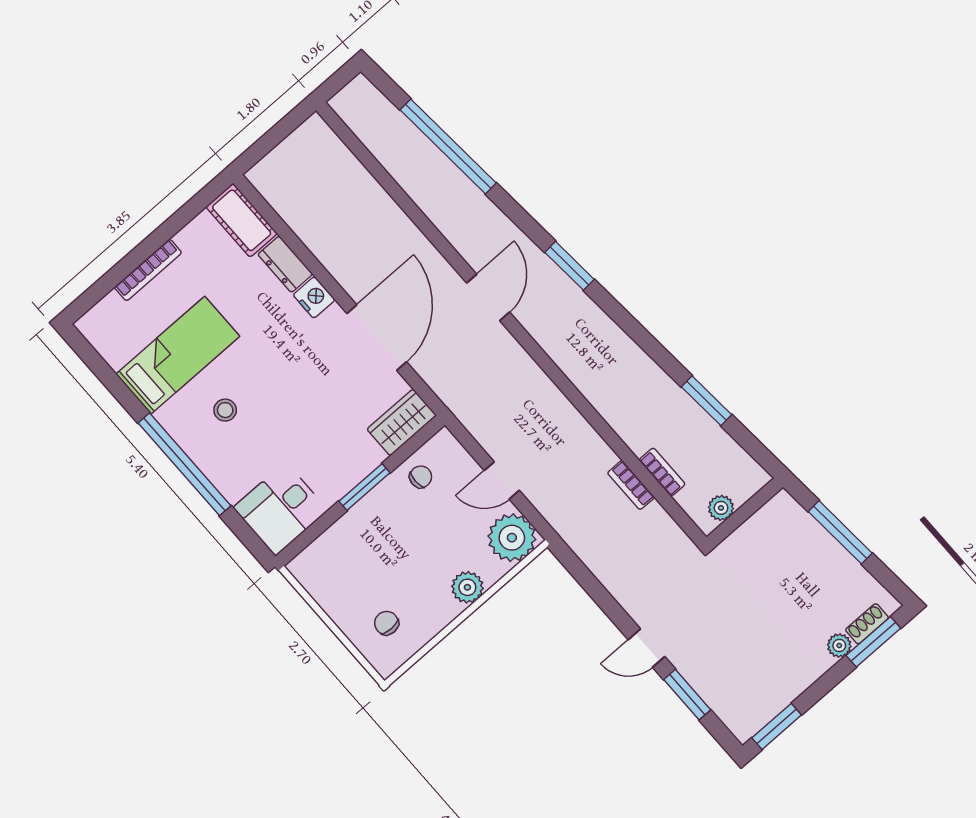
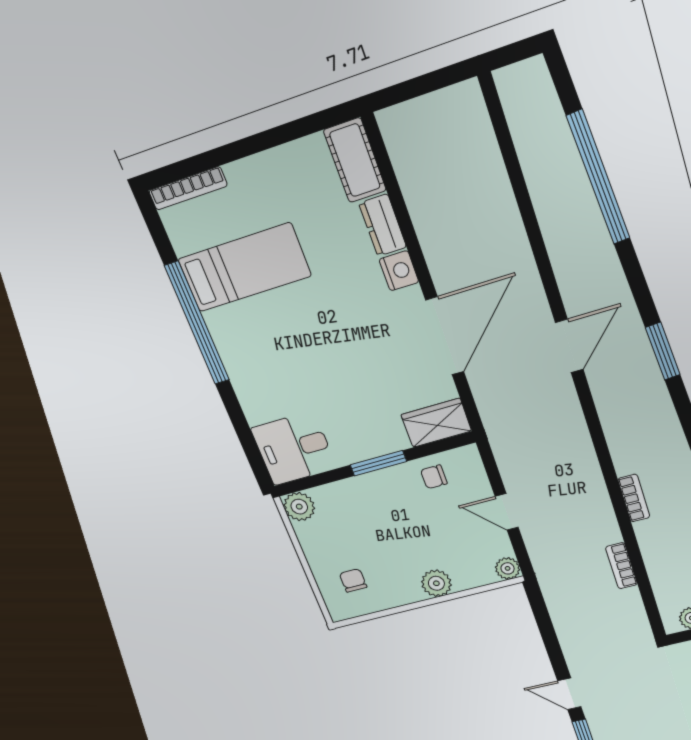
bookcase: (148, 270) -> (188, 188), moved
stool: (225, 410) -> (273, 339), removed
window: (184, 464) -> (197, 323), moved
bookcase: (662, 472) -> (634, 498), moved
chair: (421, 477) -> (434, 477), turned 180
plant: (512, 538) -> (508, 568), width x0.53, depth x0.53
plant: (307, 567) -> (299, 507), added

